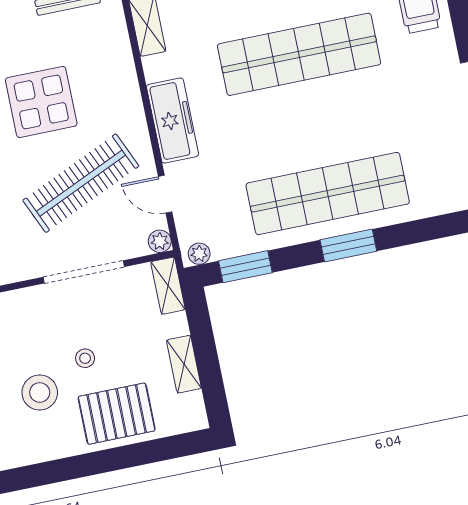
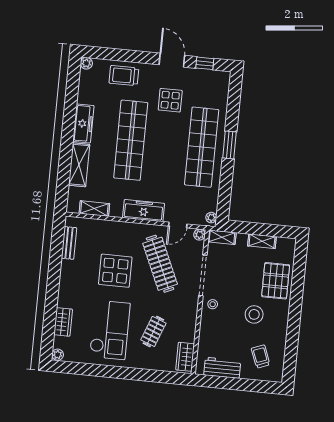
display table: (399, 106) -> (170, 100), added
window: (245, 267) -> (224, 197), removed
stool: (85, 358) -> (213, 304), moved

